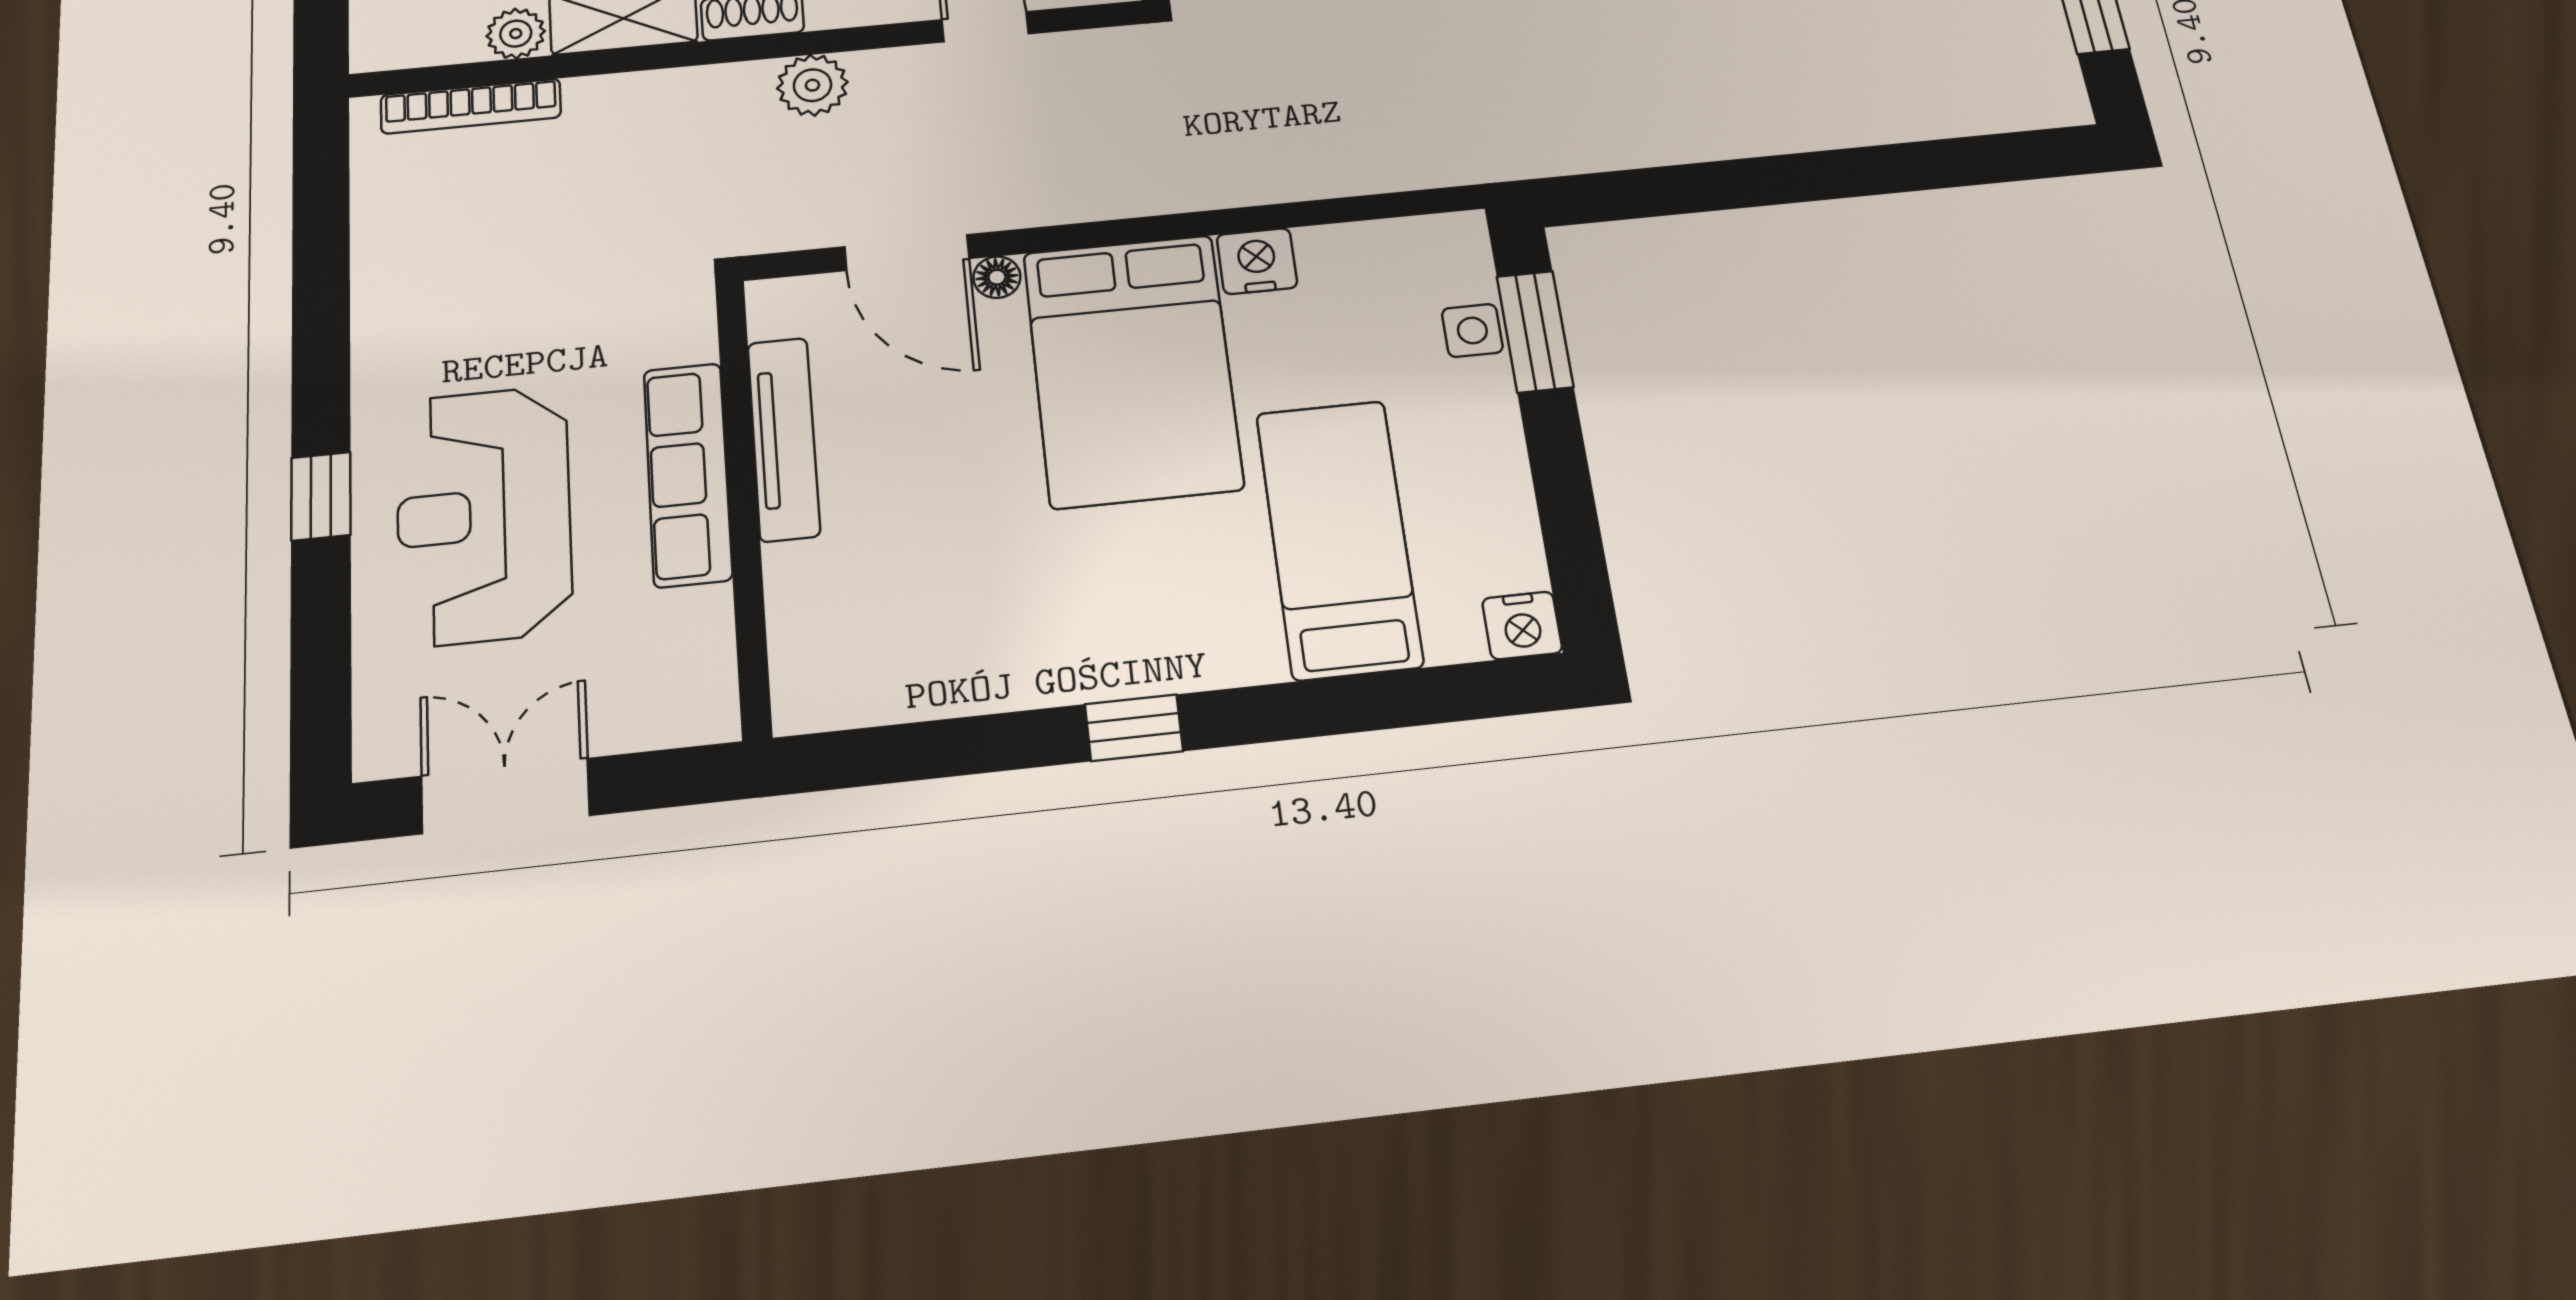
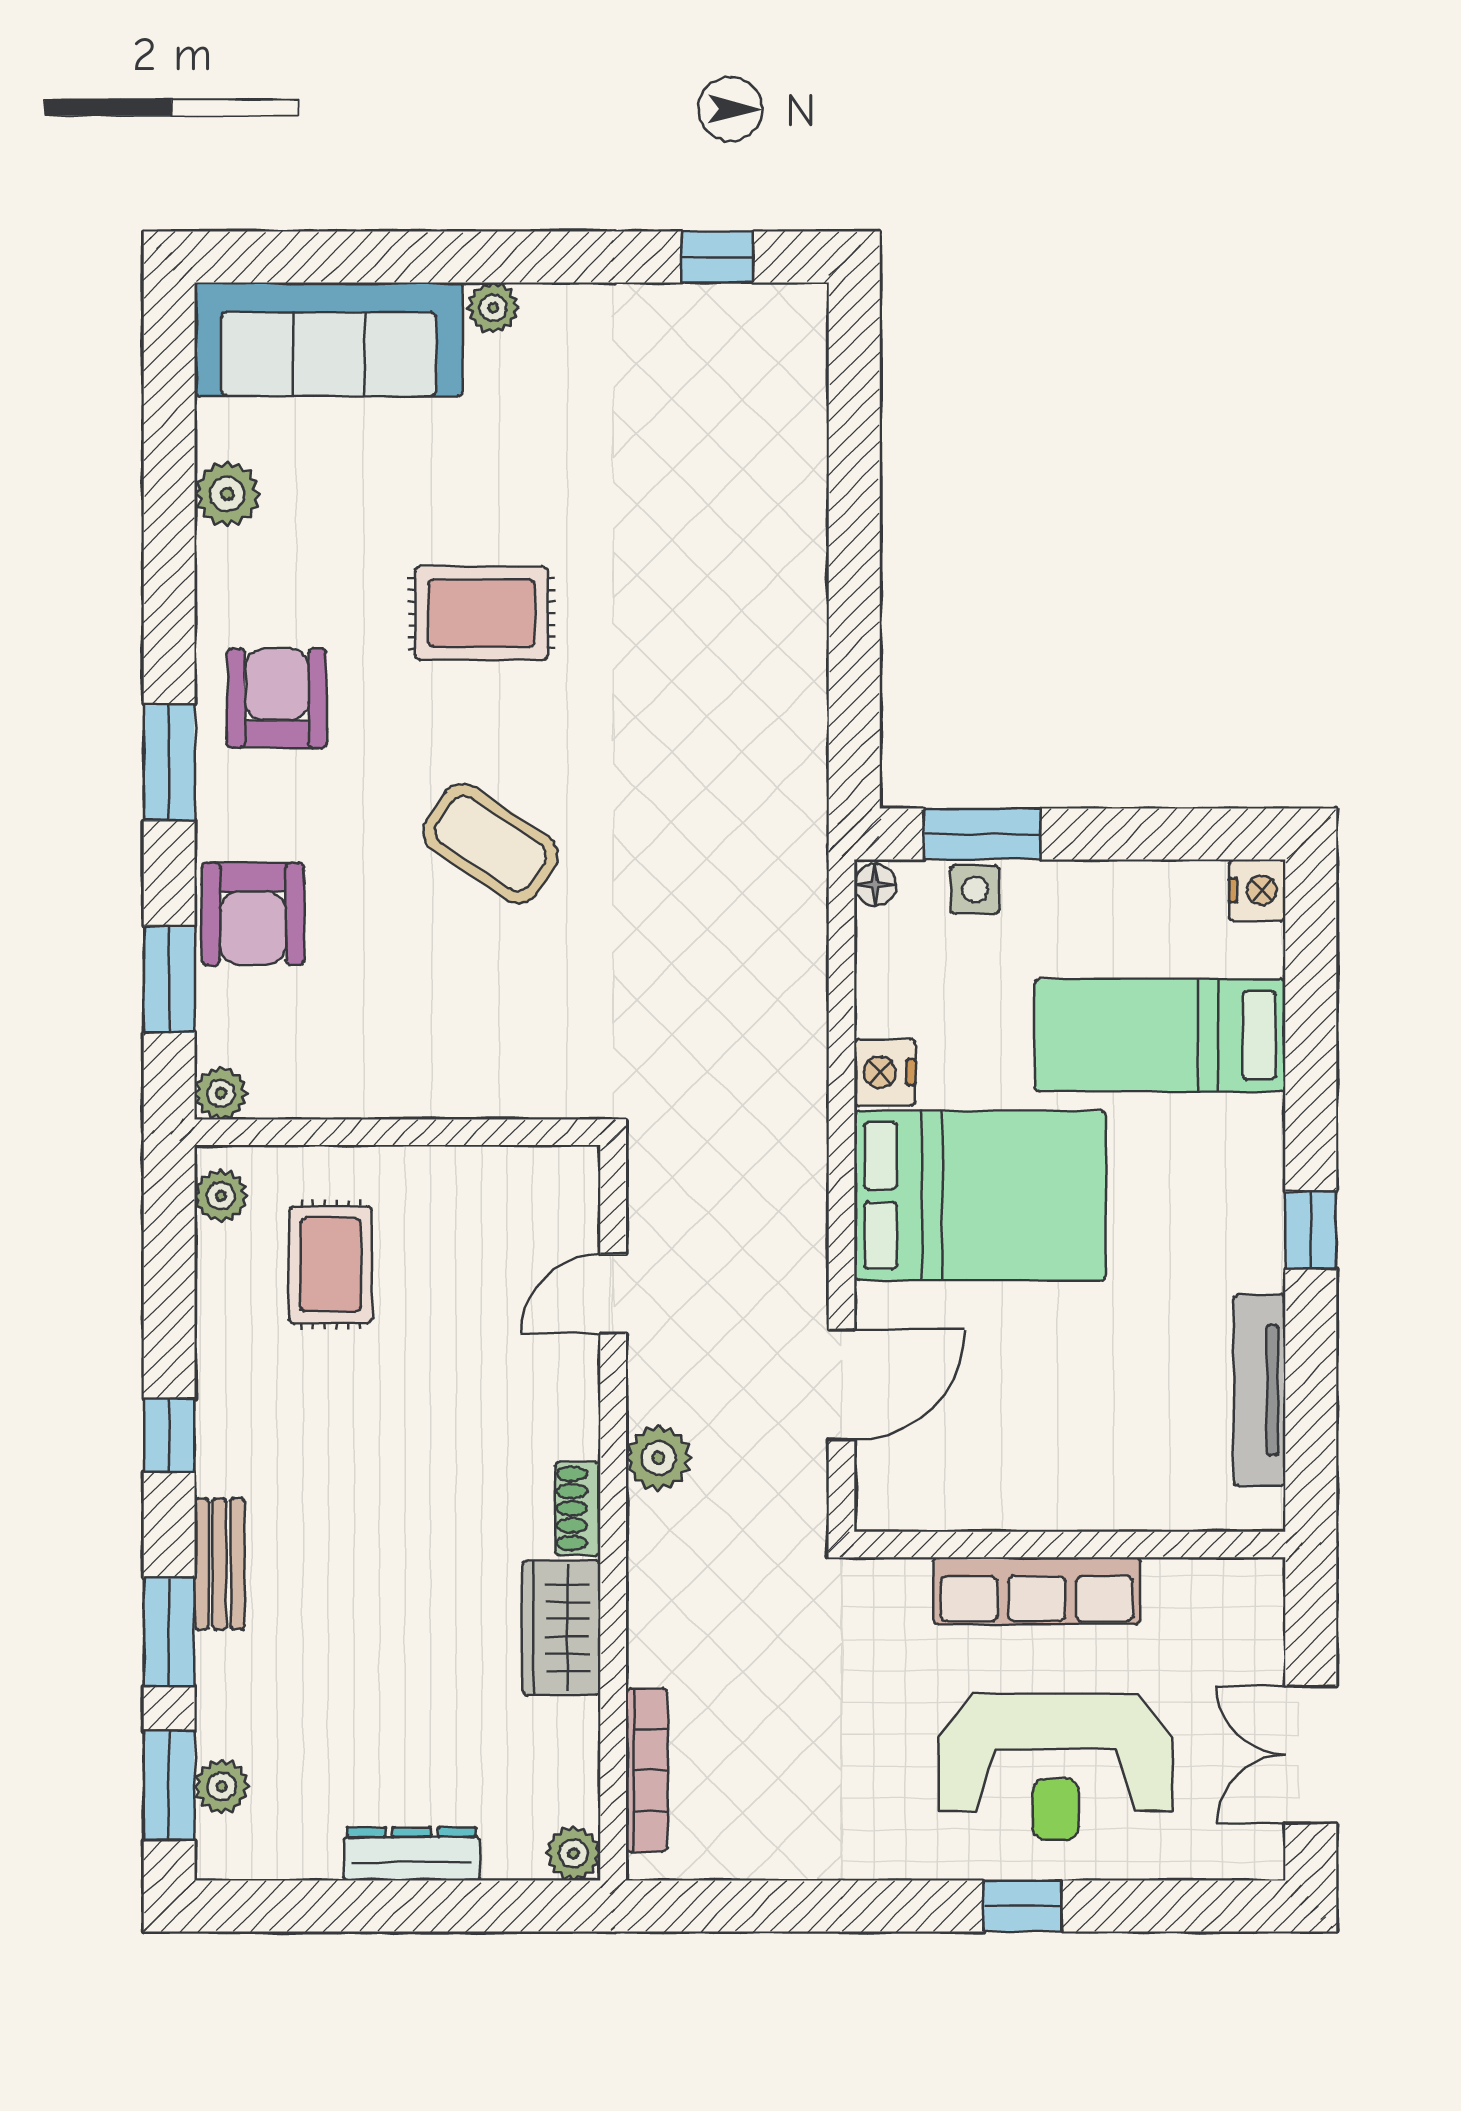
plant: (516, 34) -> (573, 1854), moved
floor lamp: (997, 277) -> (875, 885), moved
tv unit: (784, 439) -> (1260, 1390), moved, turned -90

